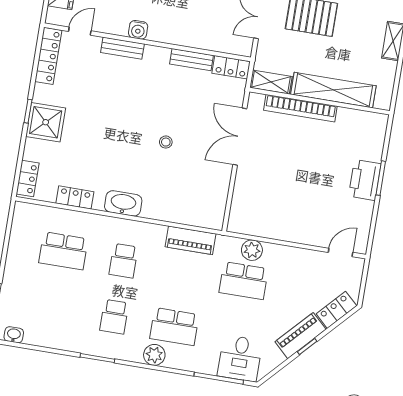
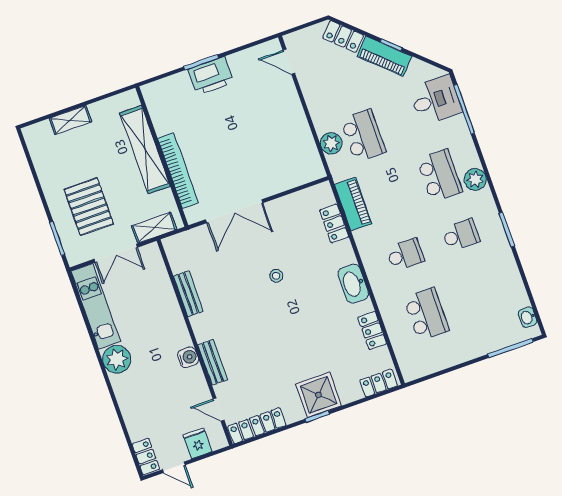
locker: (231, 67) -> (334, 224), moved, turned 180
shelving: (271, 82) -> (154, 228), moved, turned 90

